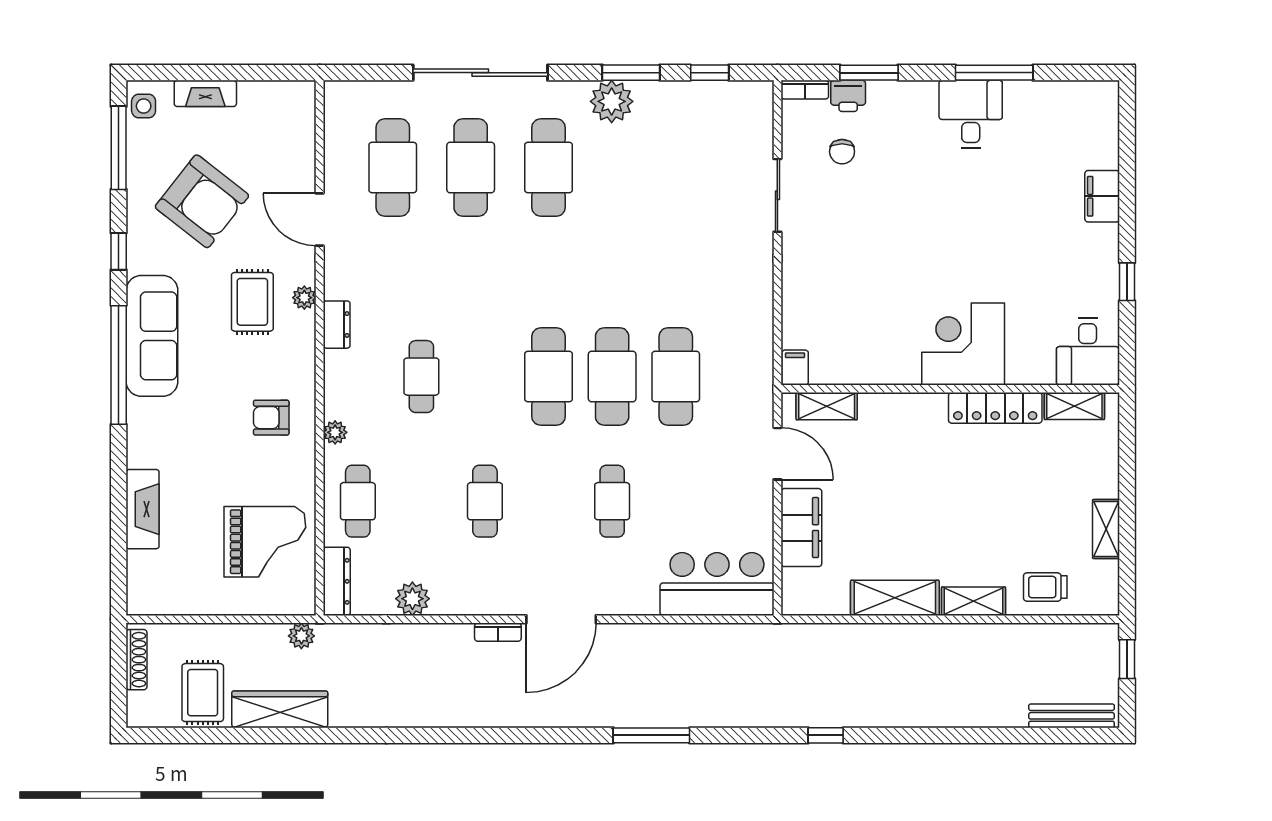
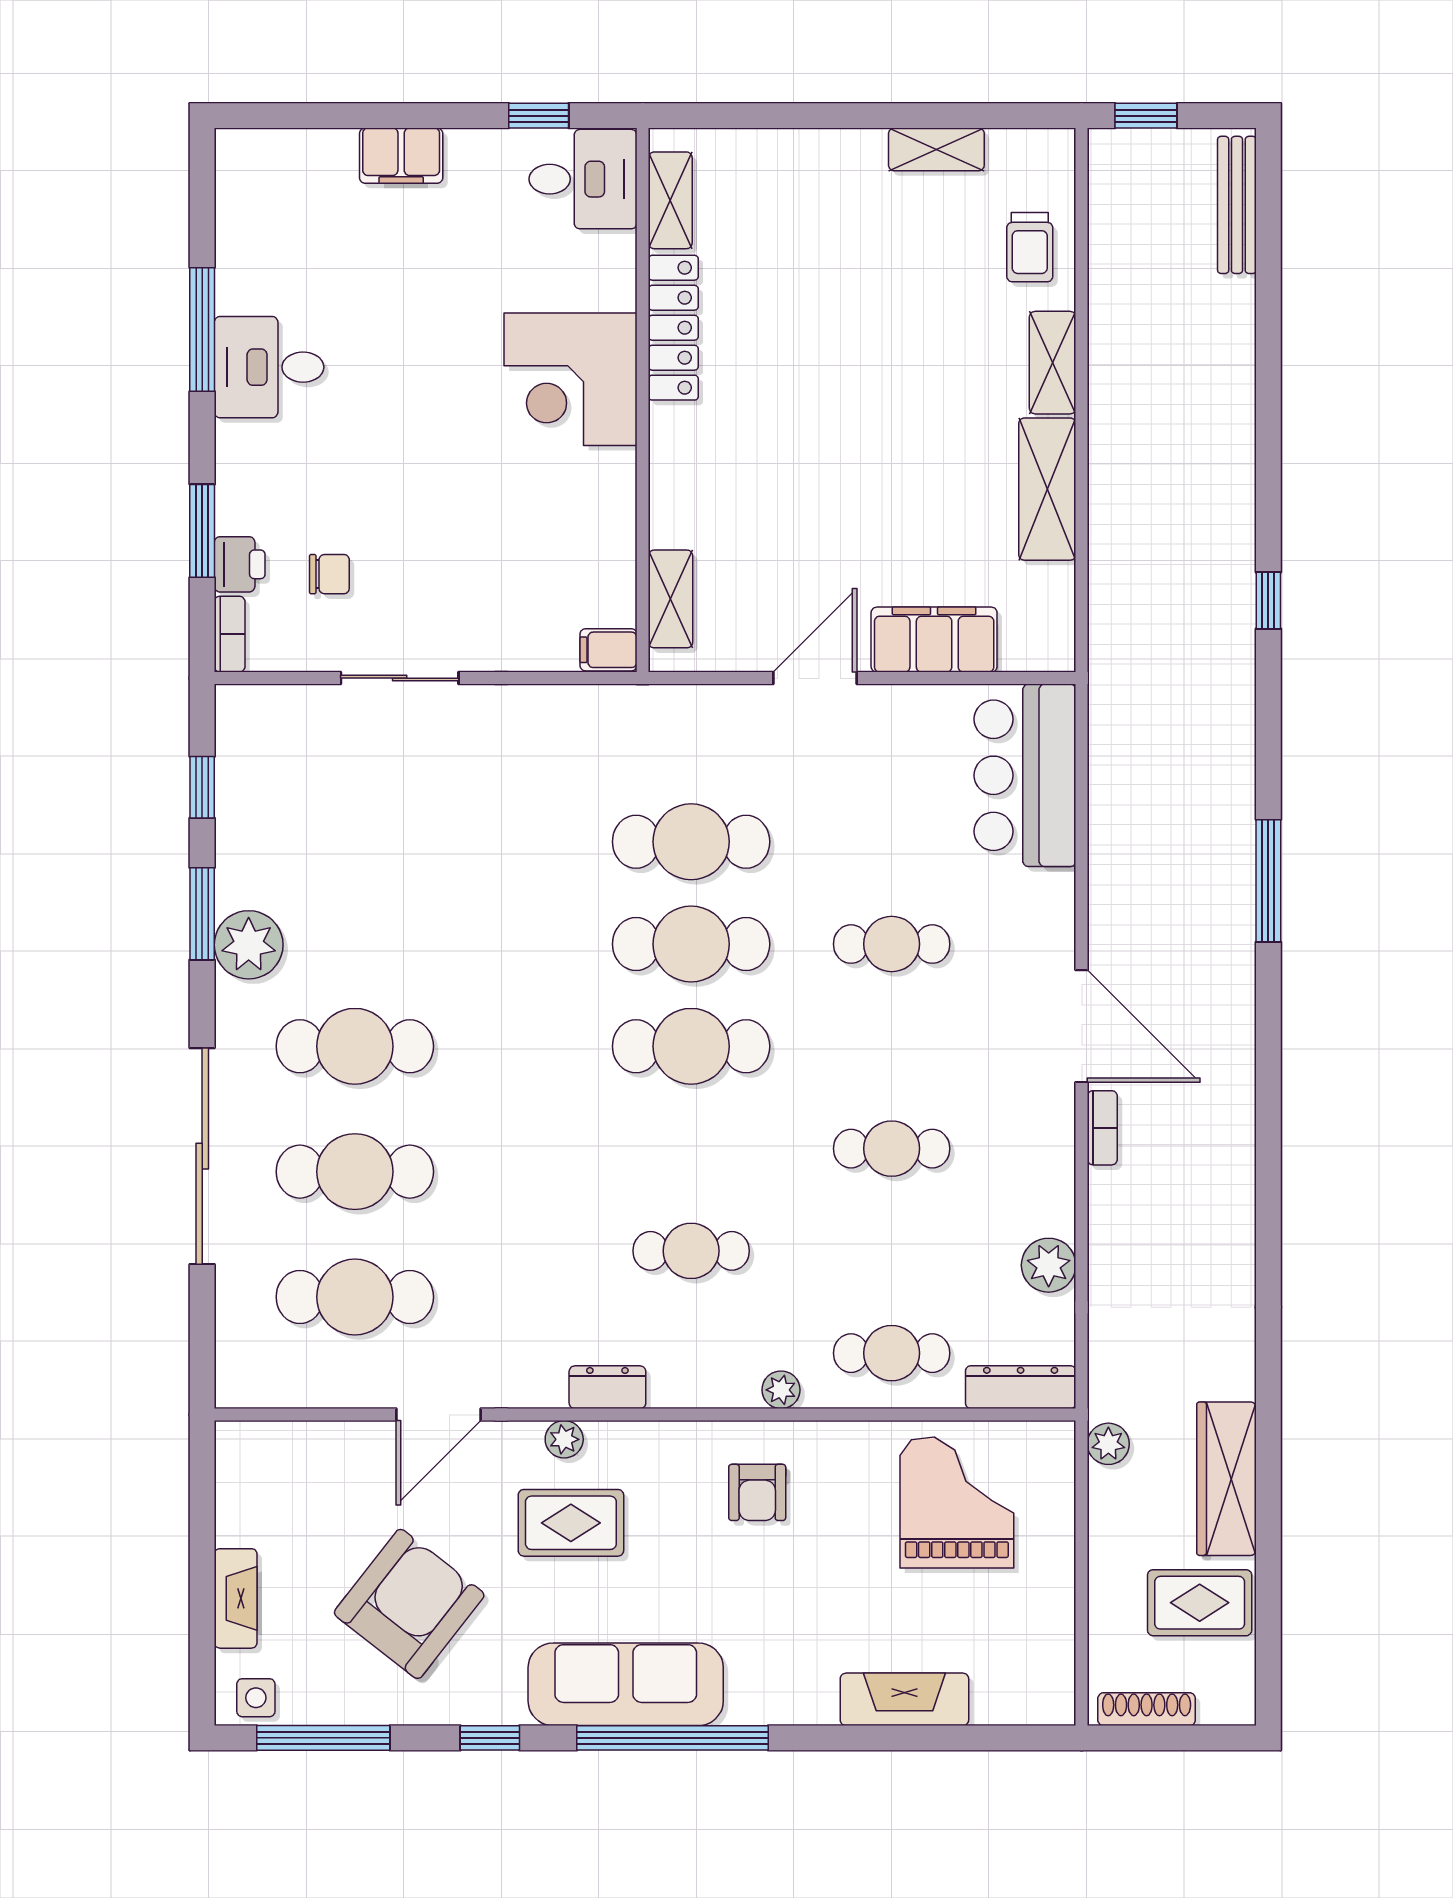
corner desk: (963, 344) -> (570, 379), moved
desk: (1088, 352) -> (583, 179), moved
filing cabinet: (795, 368) -> (608, 650), moved
wall: (950, 389) -> (643, 400), moved
shelving: (827, 406) -> (671, 599), moved
shelving: (1074, 406) -> (670, 200), moved
locker: (995, 408) -> (673, 328), moved

